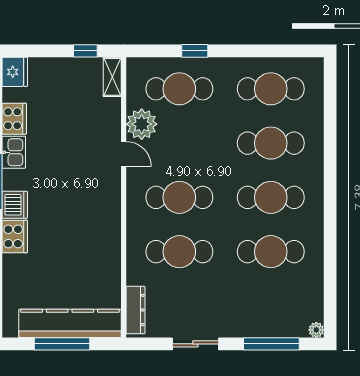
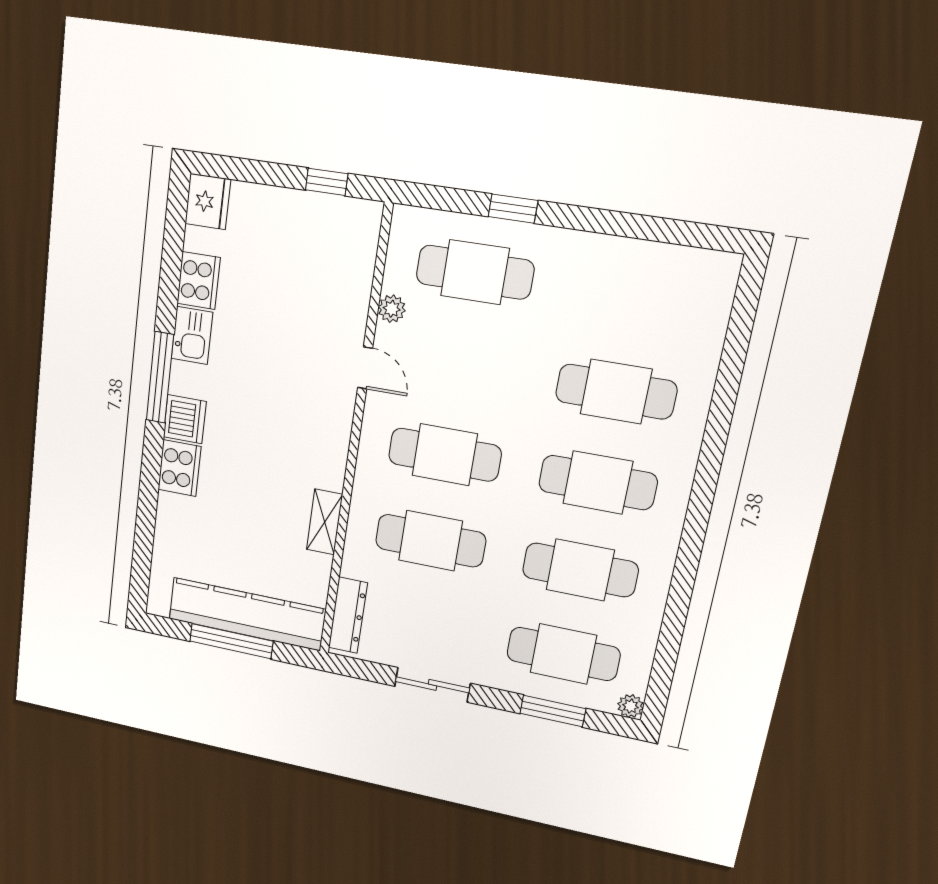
shelving: (112, 77) -> (325, 522), moved
cafe table: (271, 89) -> (563, 654), moved
plant: (142, 124) -> (392, 309), width x0.53, depth x0.53
window: (271, 344) -> (553, 711), width x0.69

